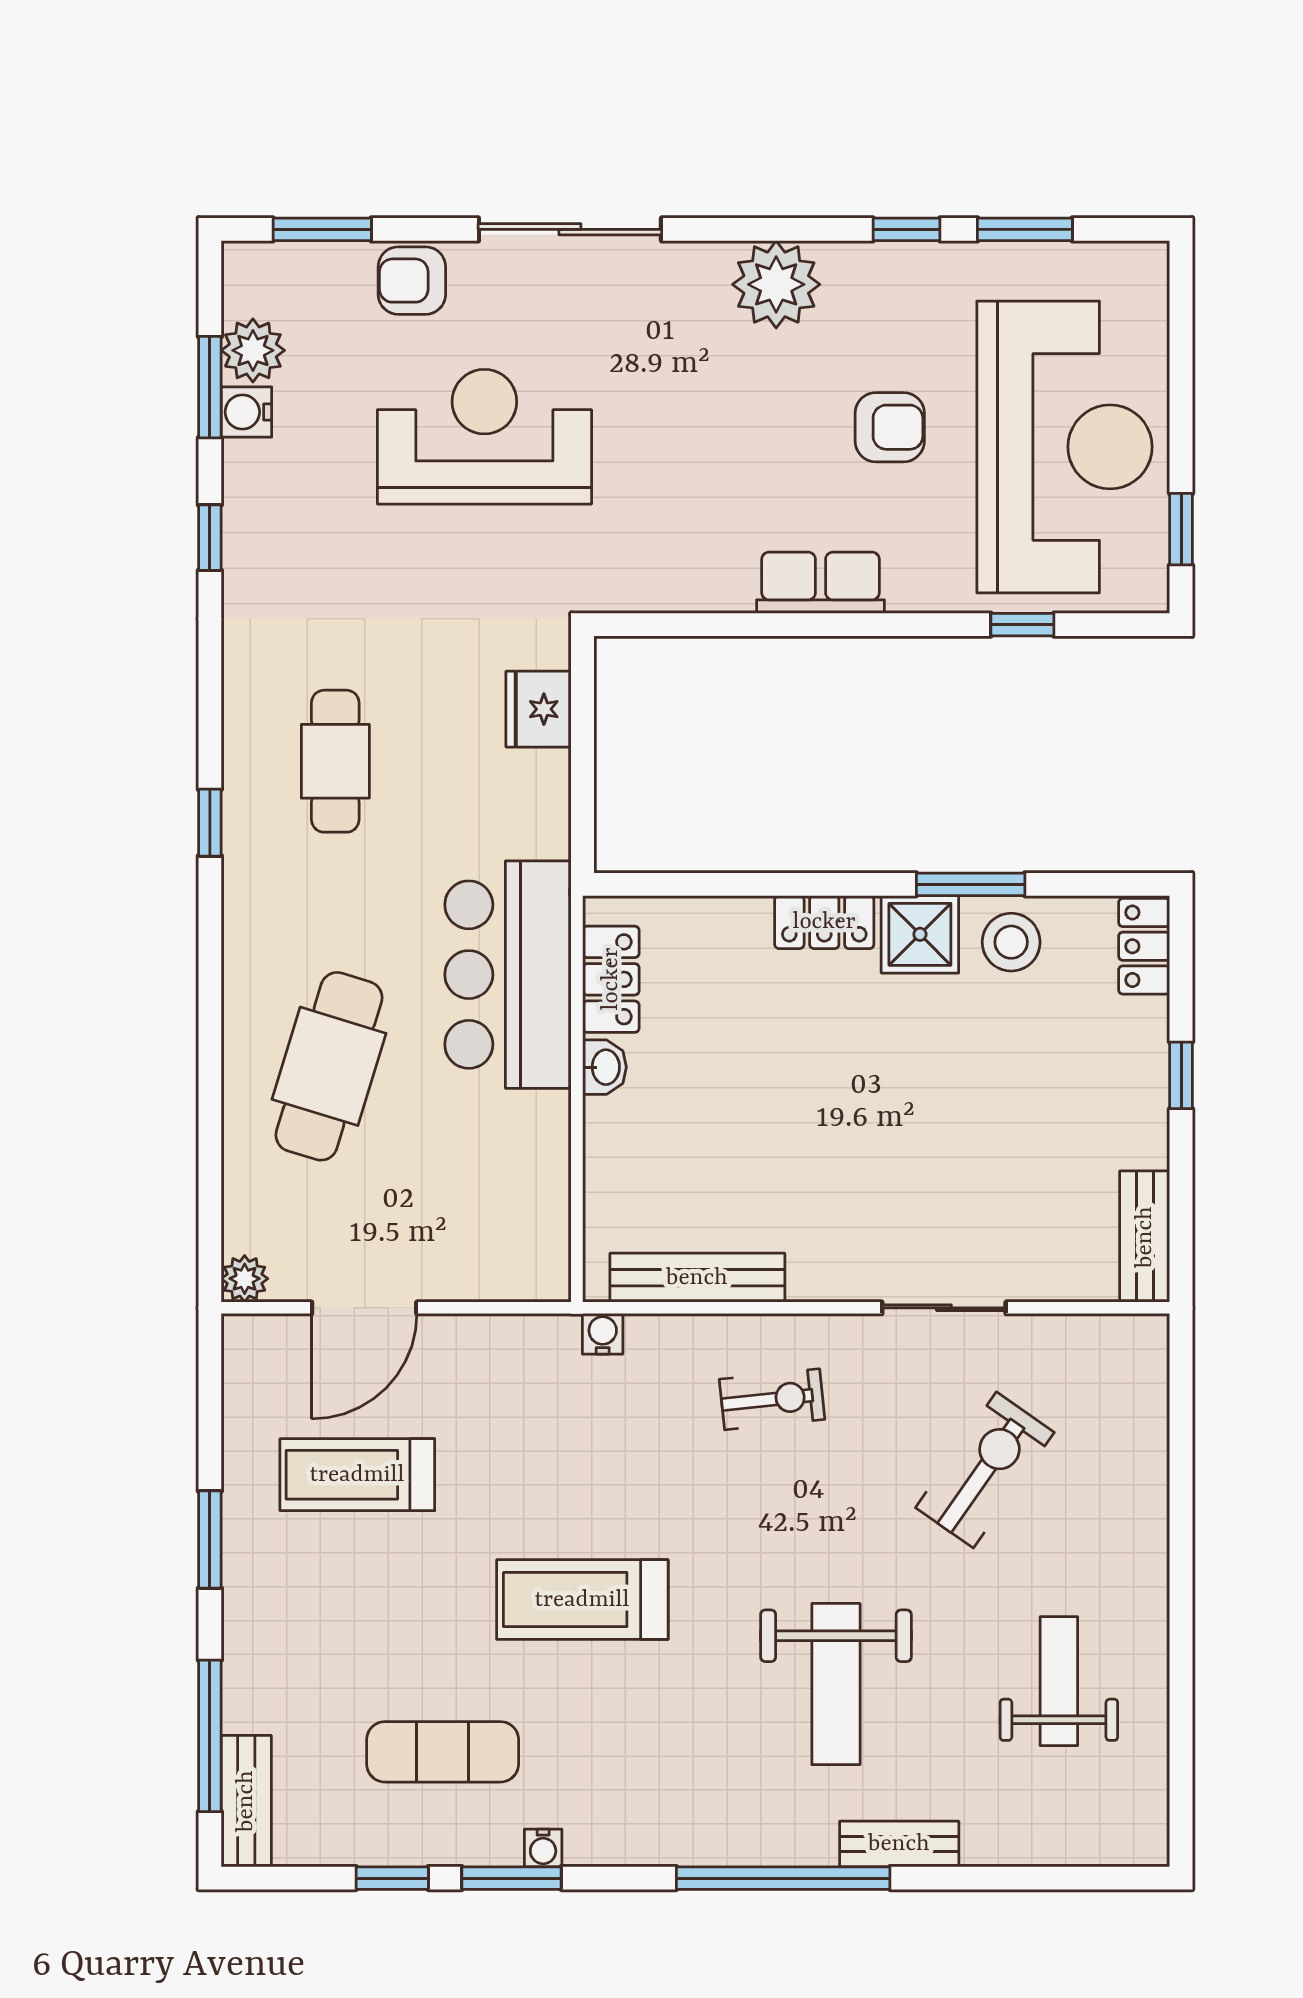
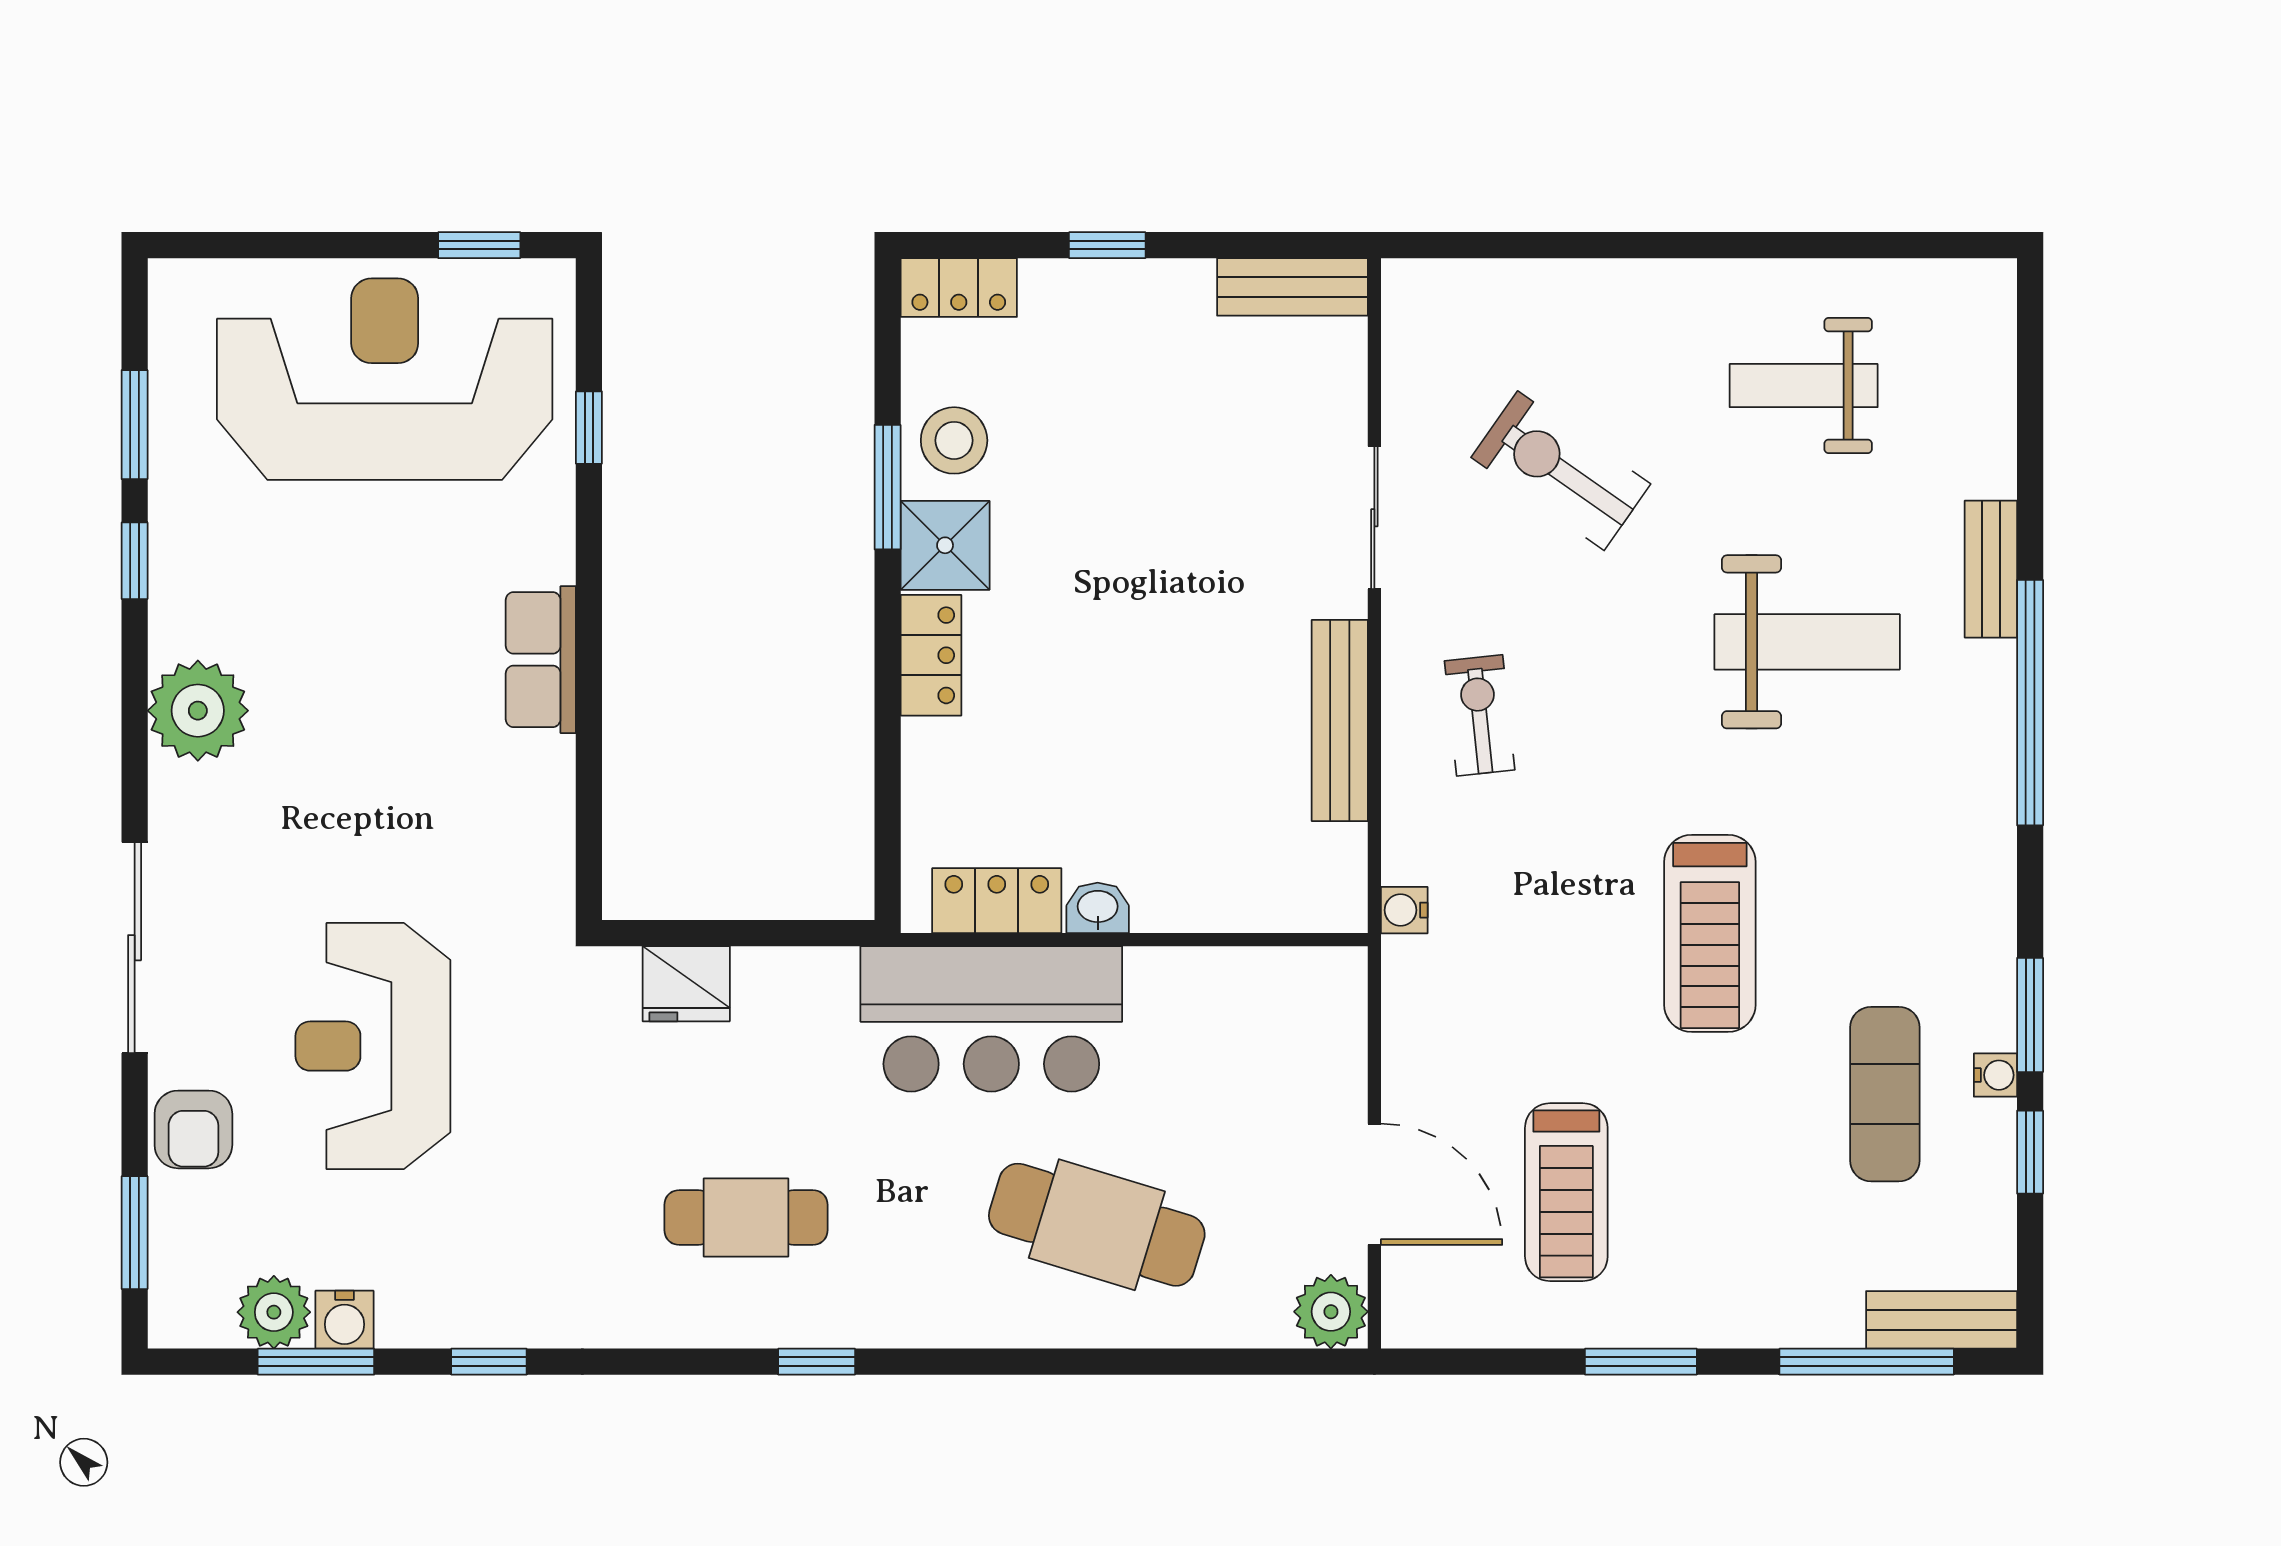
armchair: (890, 427) -> (362, 580), removed
bench: (697, 1278) -> (1340, 720), moved
plant: (245, 1279) -> (1331, 1312), width x1.38, depth x1.38
water cooler: (543, 1848) -> (1995, 1075), moved

